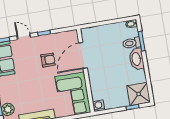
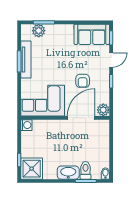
plant: (72, 36) -> (103, 110), added
door: (83, 55) -> (81, 118), hinge flipped

